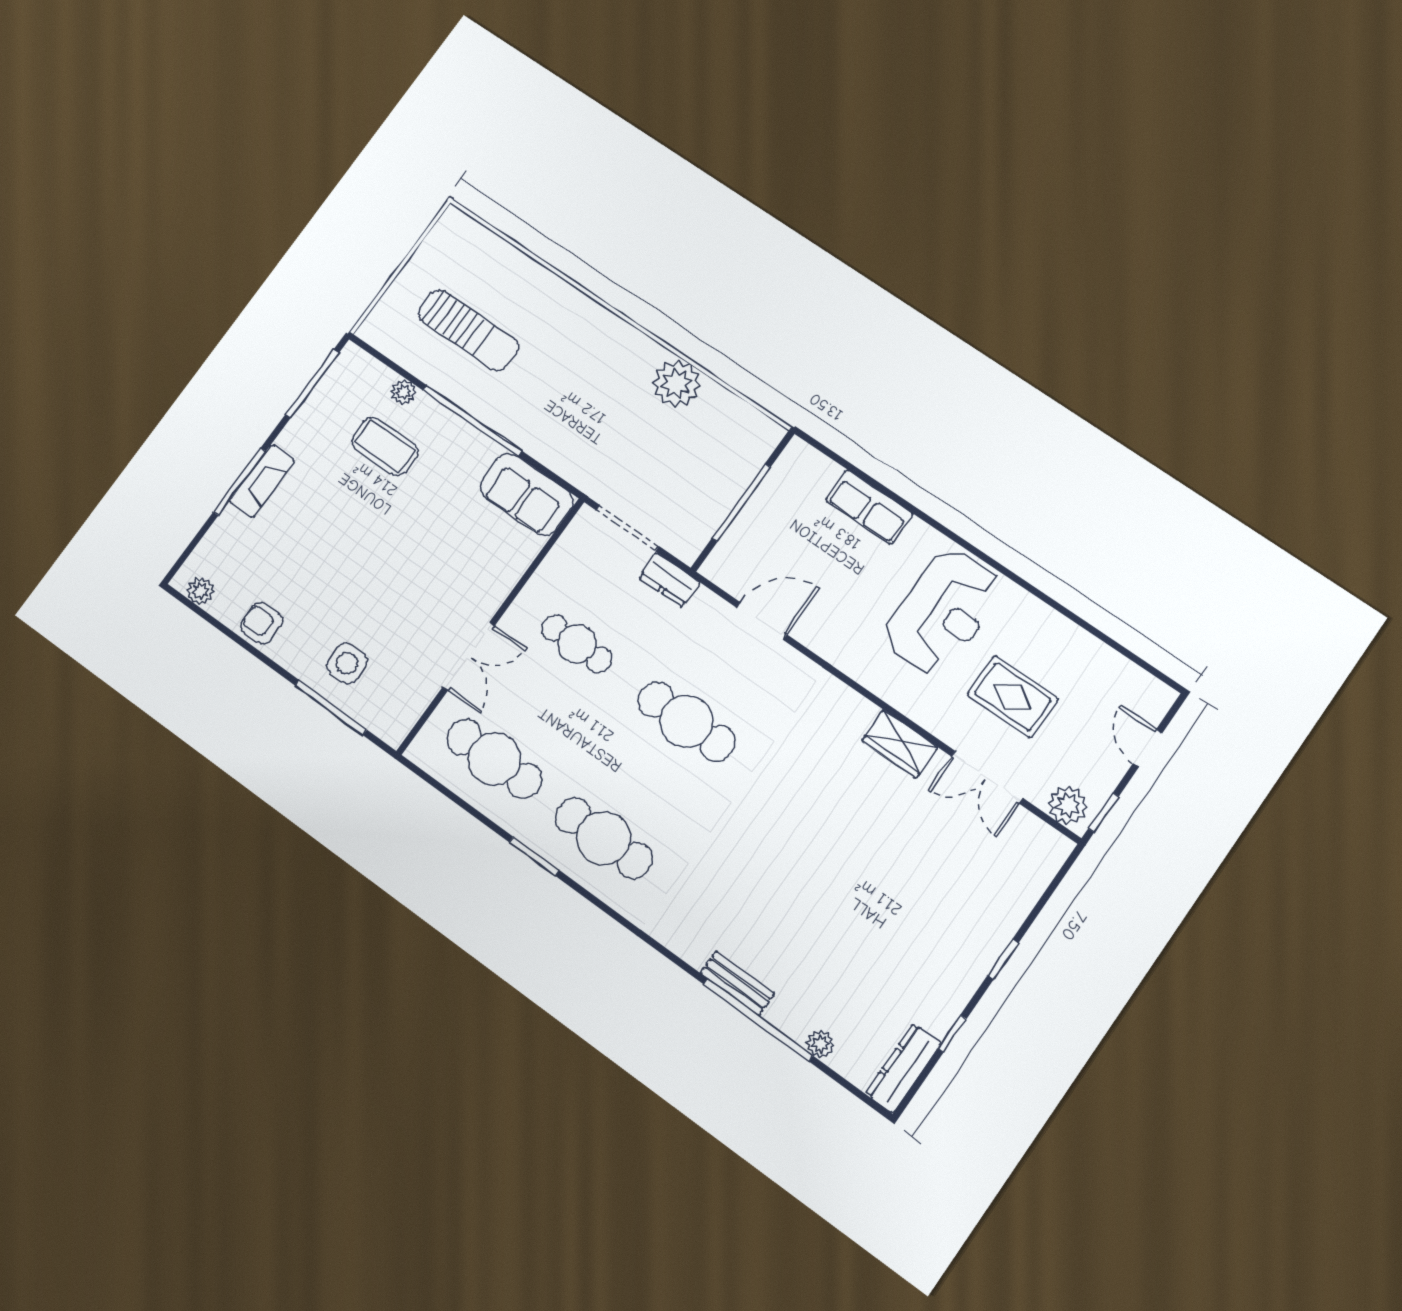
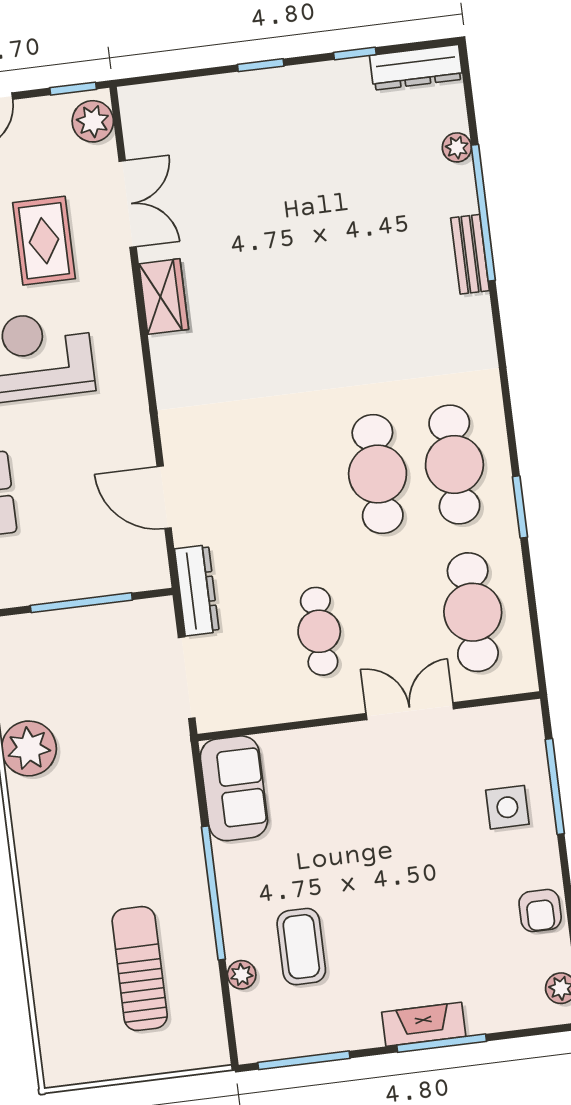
dresser: (669, 580) -> (197, 590), width x1.44
cafe table: (686, 721) -> (378, 474), moved

